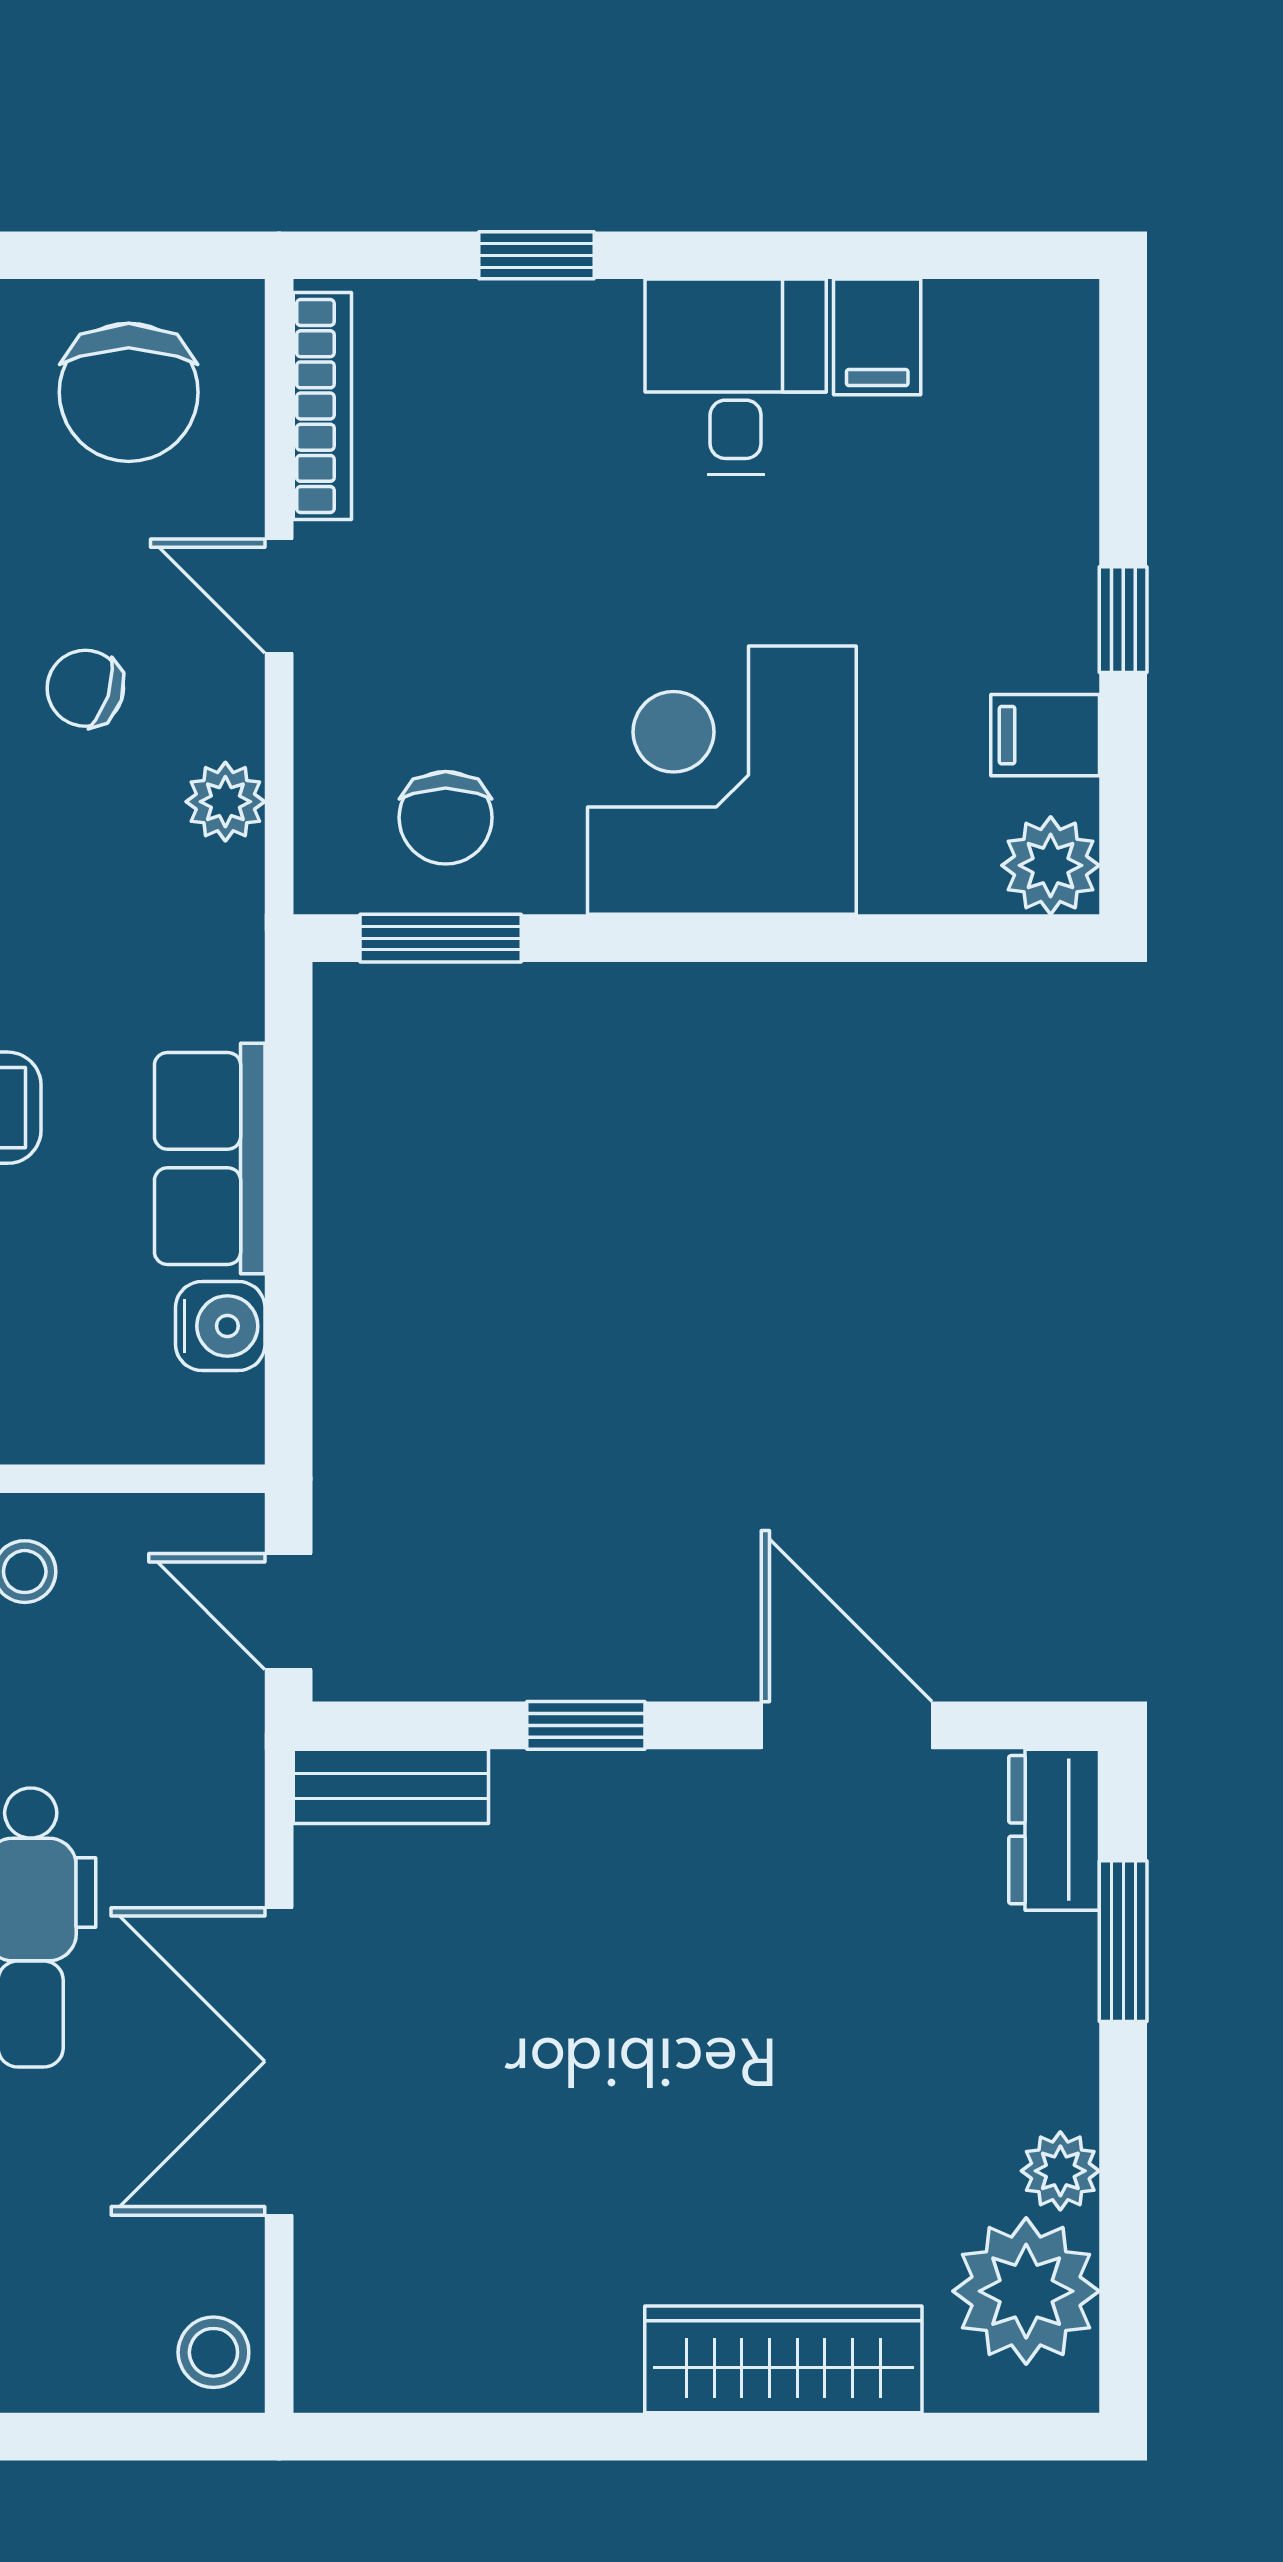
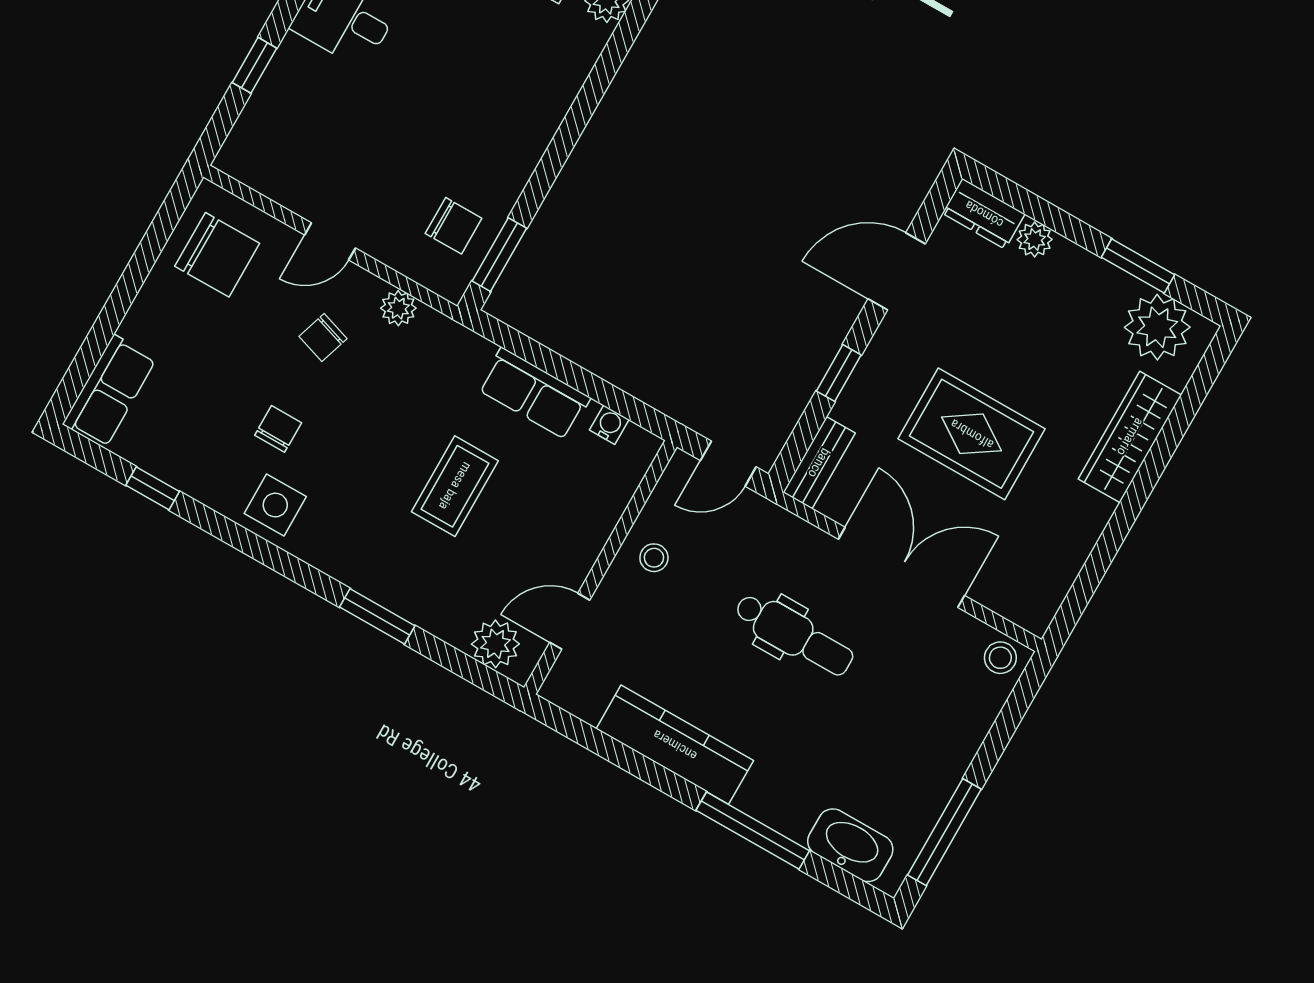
bookcase: (322, 406) -> (266, 182), removed
corner desk: (722, 780) -> (500, 110), removed
water cooler: (220, 1326) -> (609, 425), width x0.72, depth x0.72
window: (1123, 1941) -> (1138, 266), moved
rug: (615, 2049) -> (972, 434), added
double door: (279, 2061) -> (902, 567), swing flipped
plant: (1060, 2171) -> (1035, 240), moved

